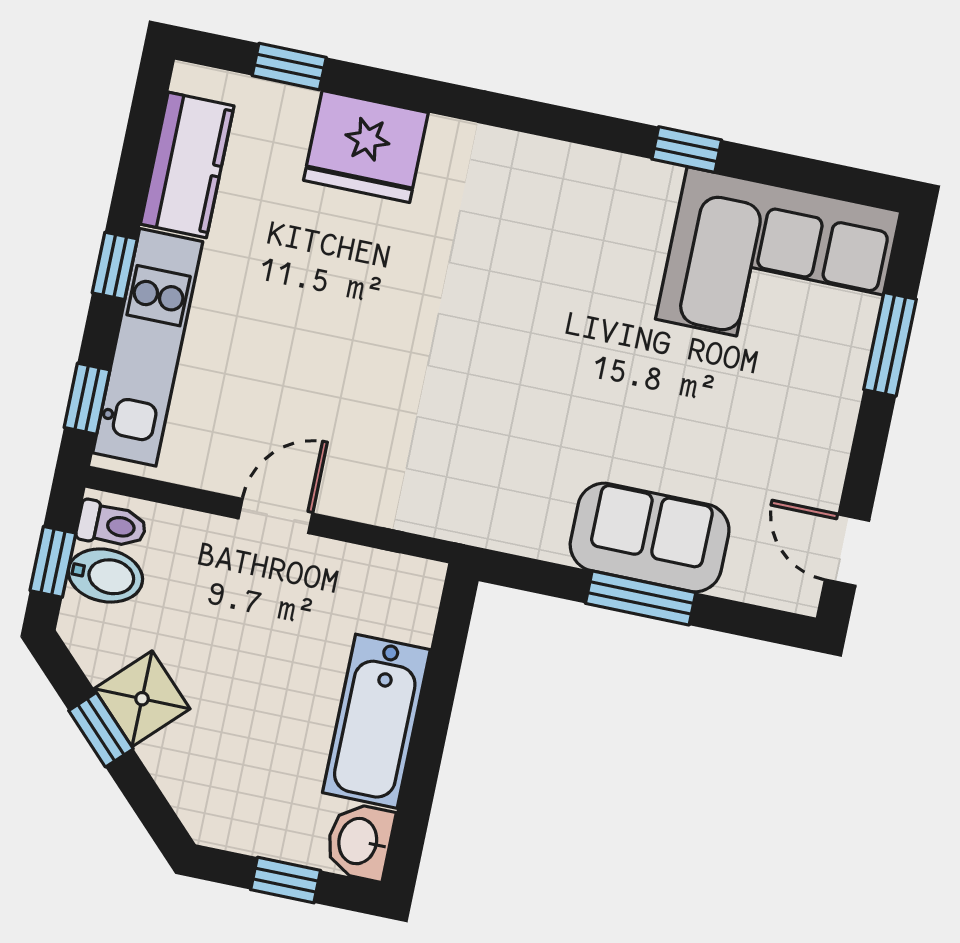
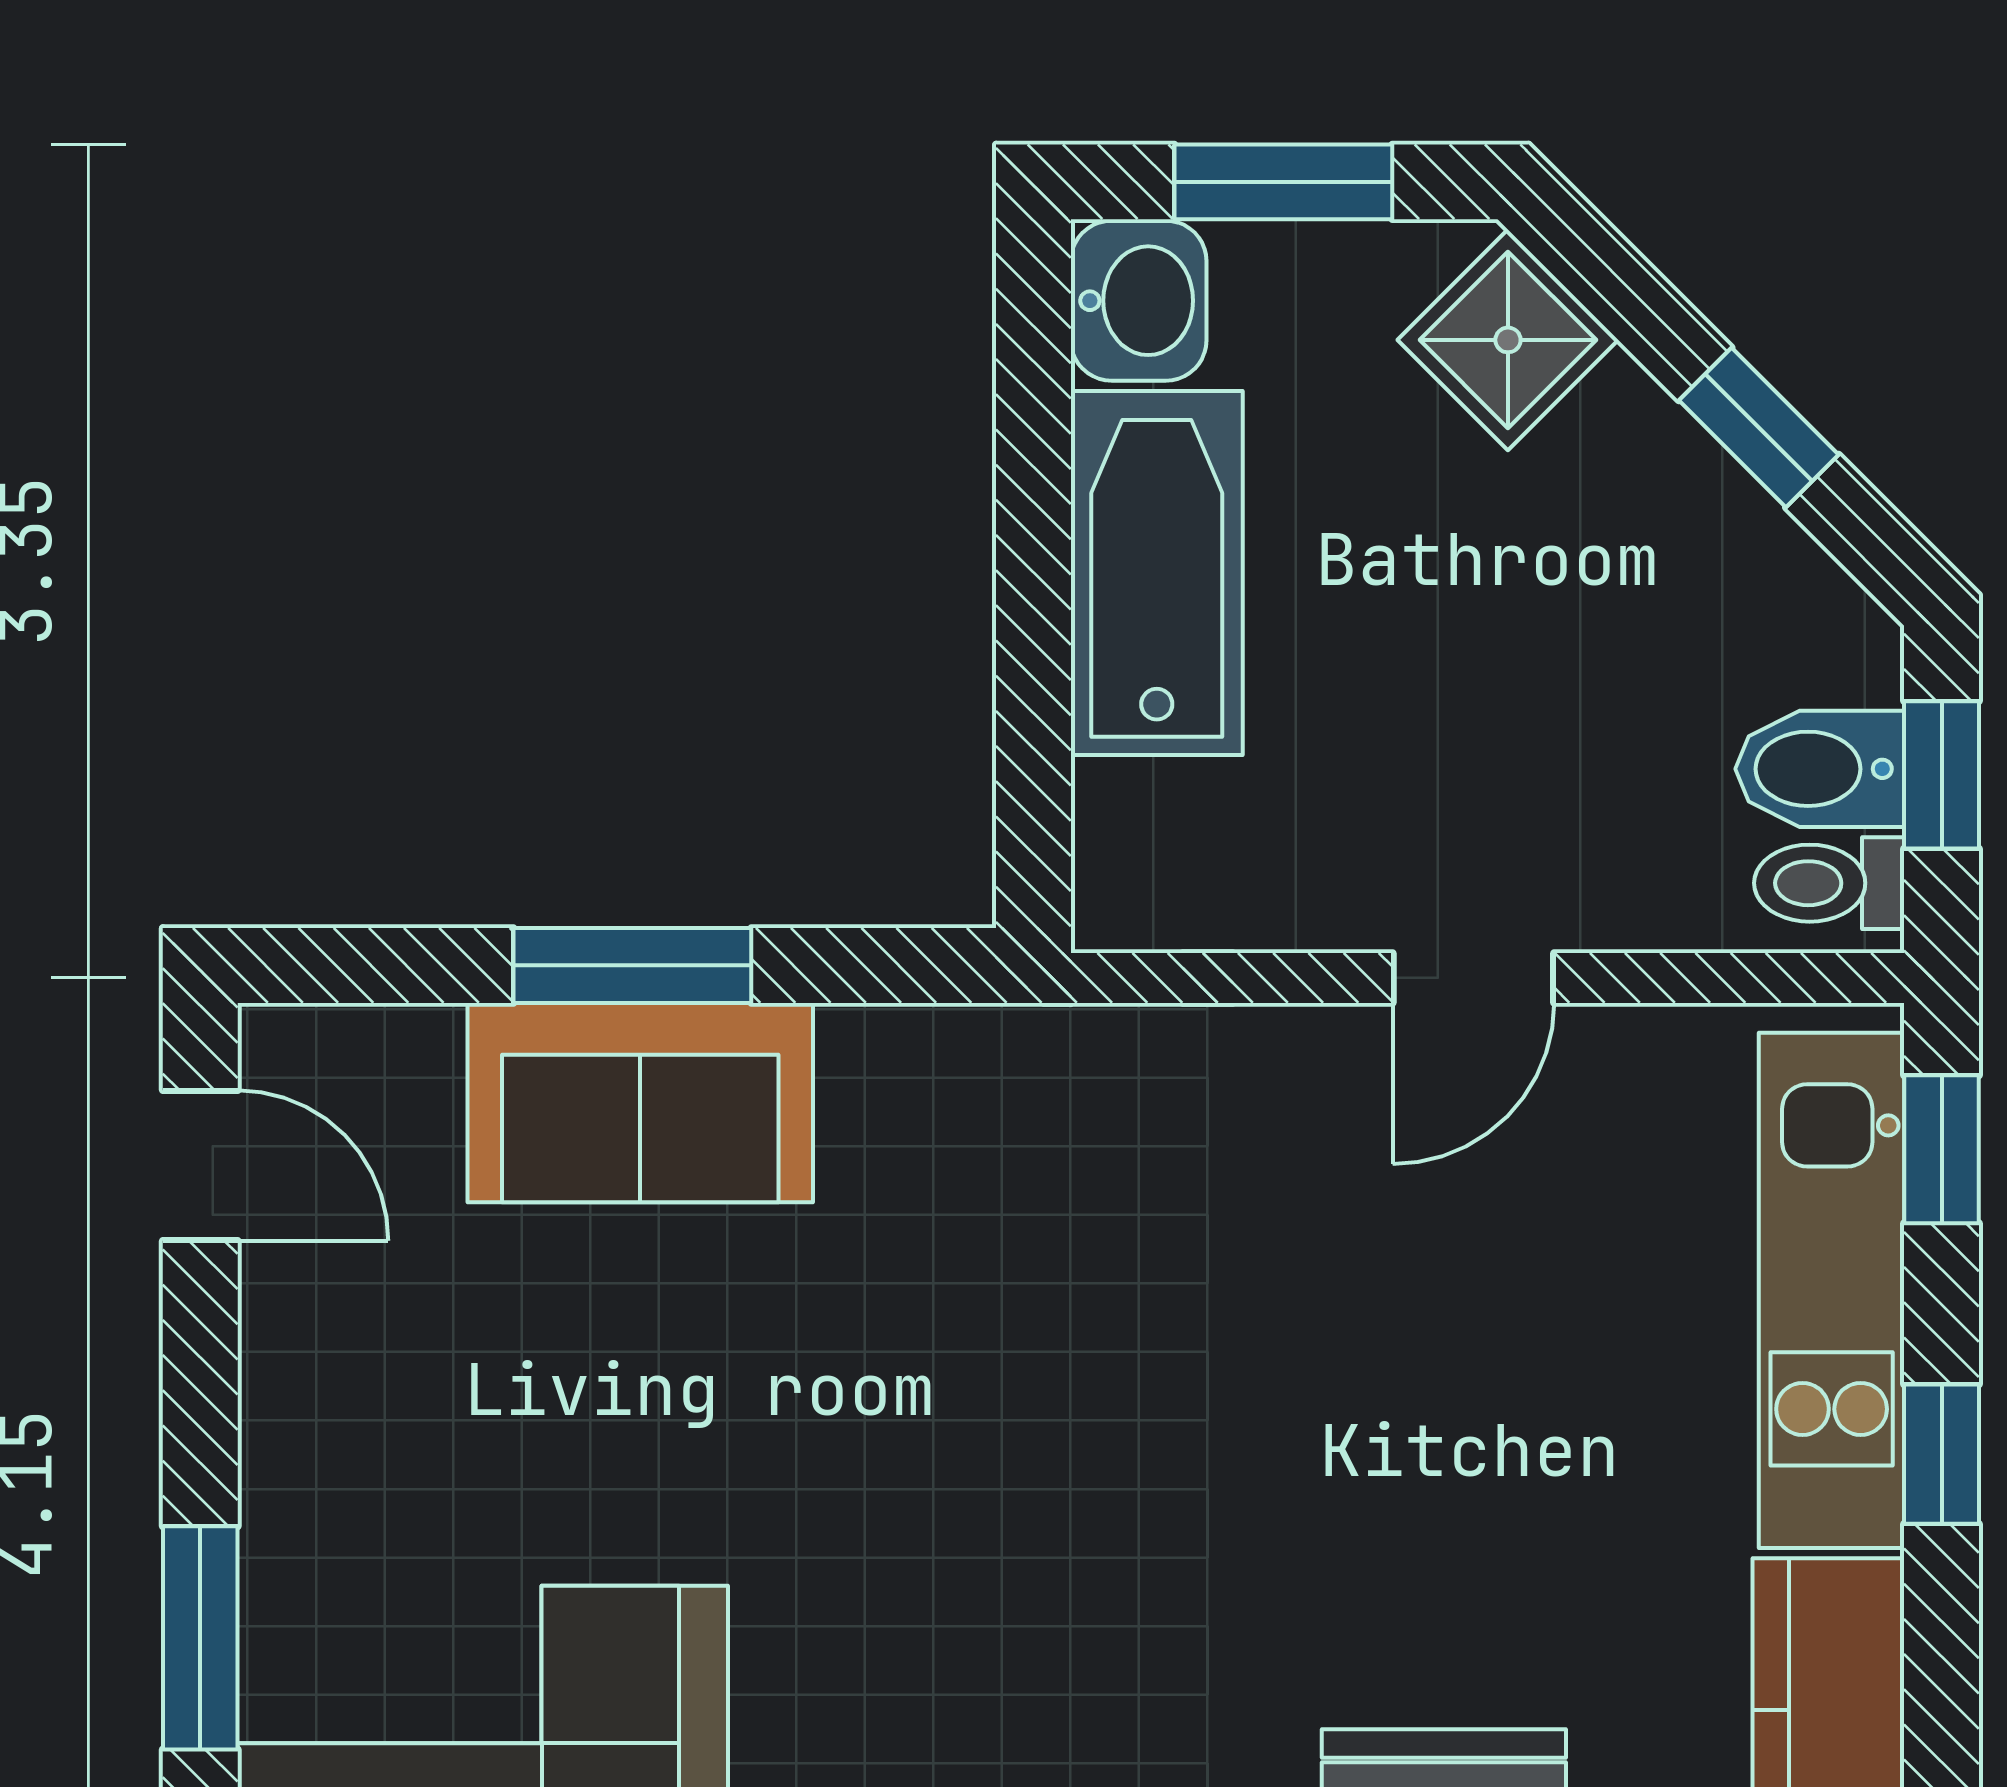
shower: (142, 699) -> (1508, 340), moved
window: (286, 880) -> (1283, 182), width x1.50

